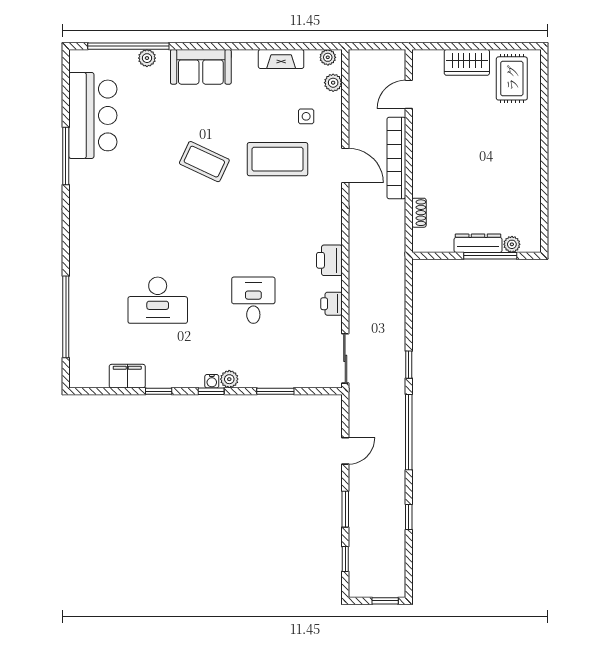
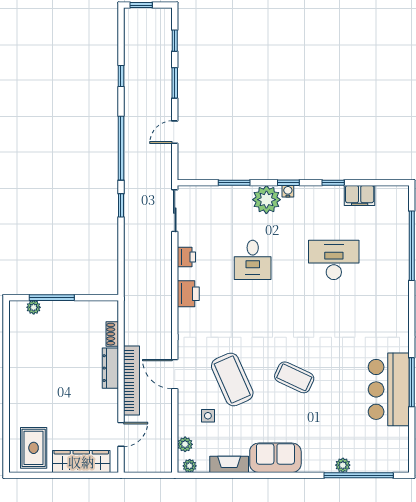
wardrobe: (467, 62) -> (81, 462), width x1.50
sofa: (201, 67) -> (275, 458), moved
bar counter: (93, 115) -> (389, 389), moved
coffee table: (277, 159) -> (232, 380), turned 66
dresser: (478, 243) -> (110, 368), moved, turned 90
plant: (229, 379) -> (266, 200), width x1.87, depth x1.87

